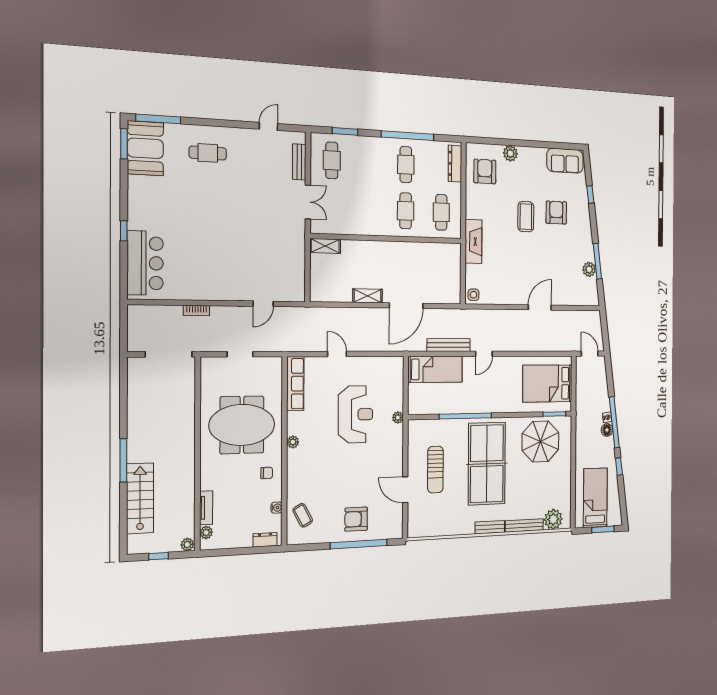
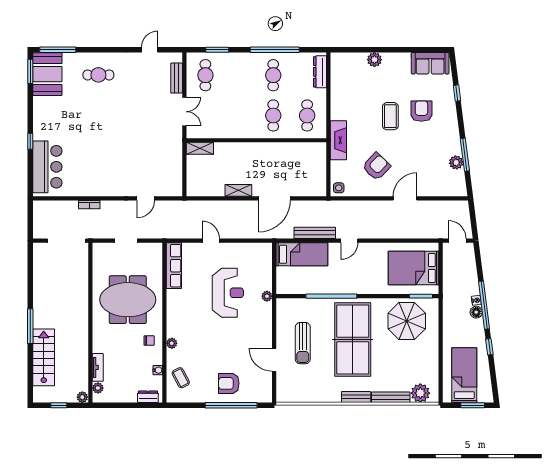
armchair: (485, 171) -> (376, 166), moved, turned 44
plant: (293, 442) -> (172, 343), moved

